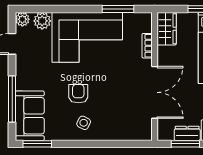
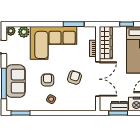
wardrobe: (167, 29) -> (106, 43), width x1.50
armchair: (119, 90) -> (74, 78), added
sofa: (30, 116) -> (16, 81), moved

